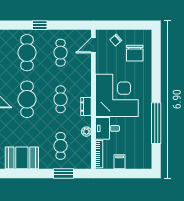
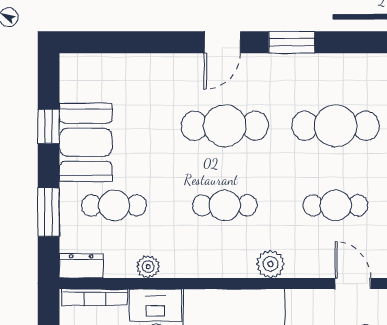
plant: (85, 80) -> (271, 264), added
dresser: (86, 107) -> (81, 266), moved
booth: (22, 158) -> (86, 142), moved
window: (27, 173) -> (49, 127), added

